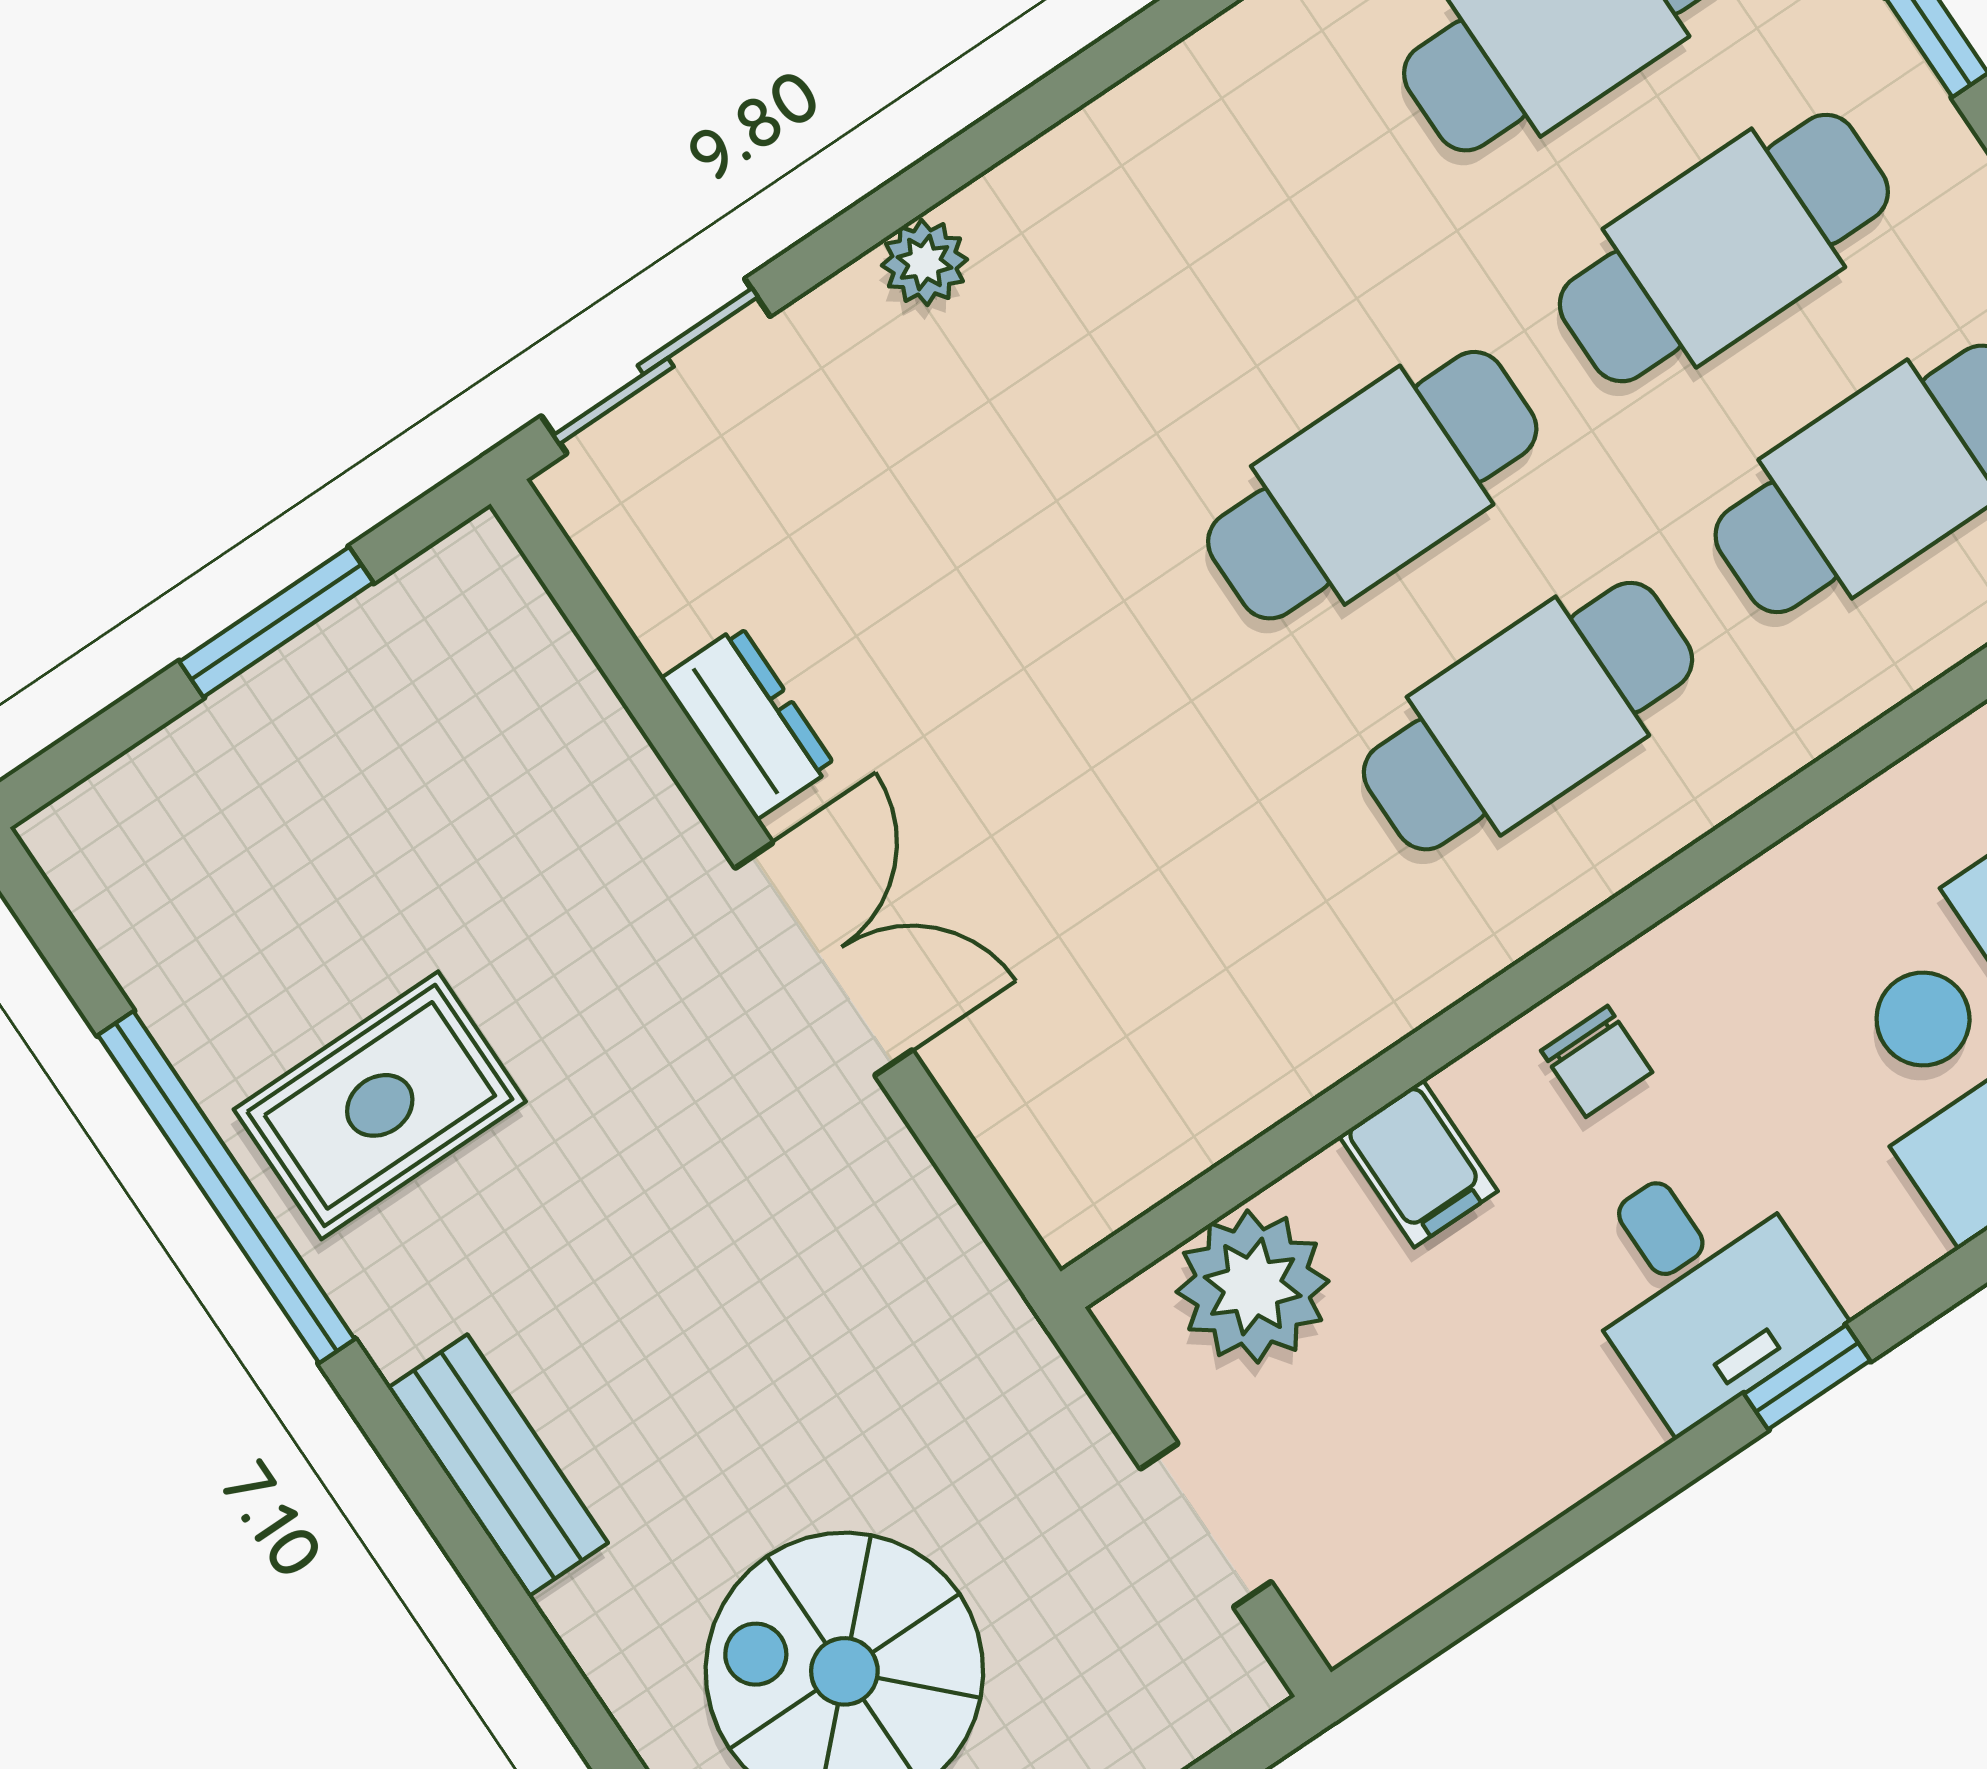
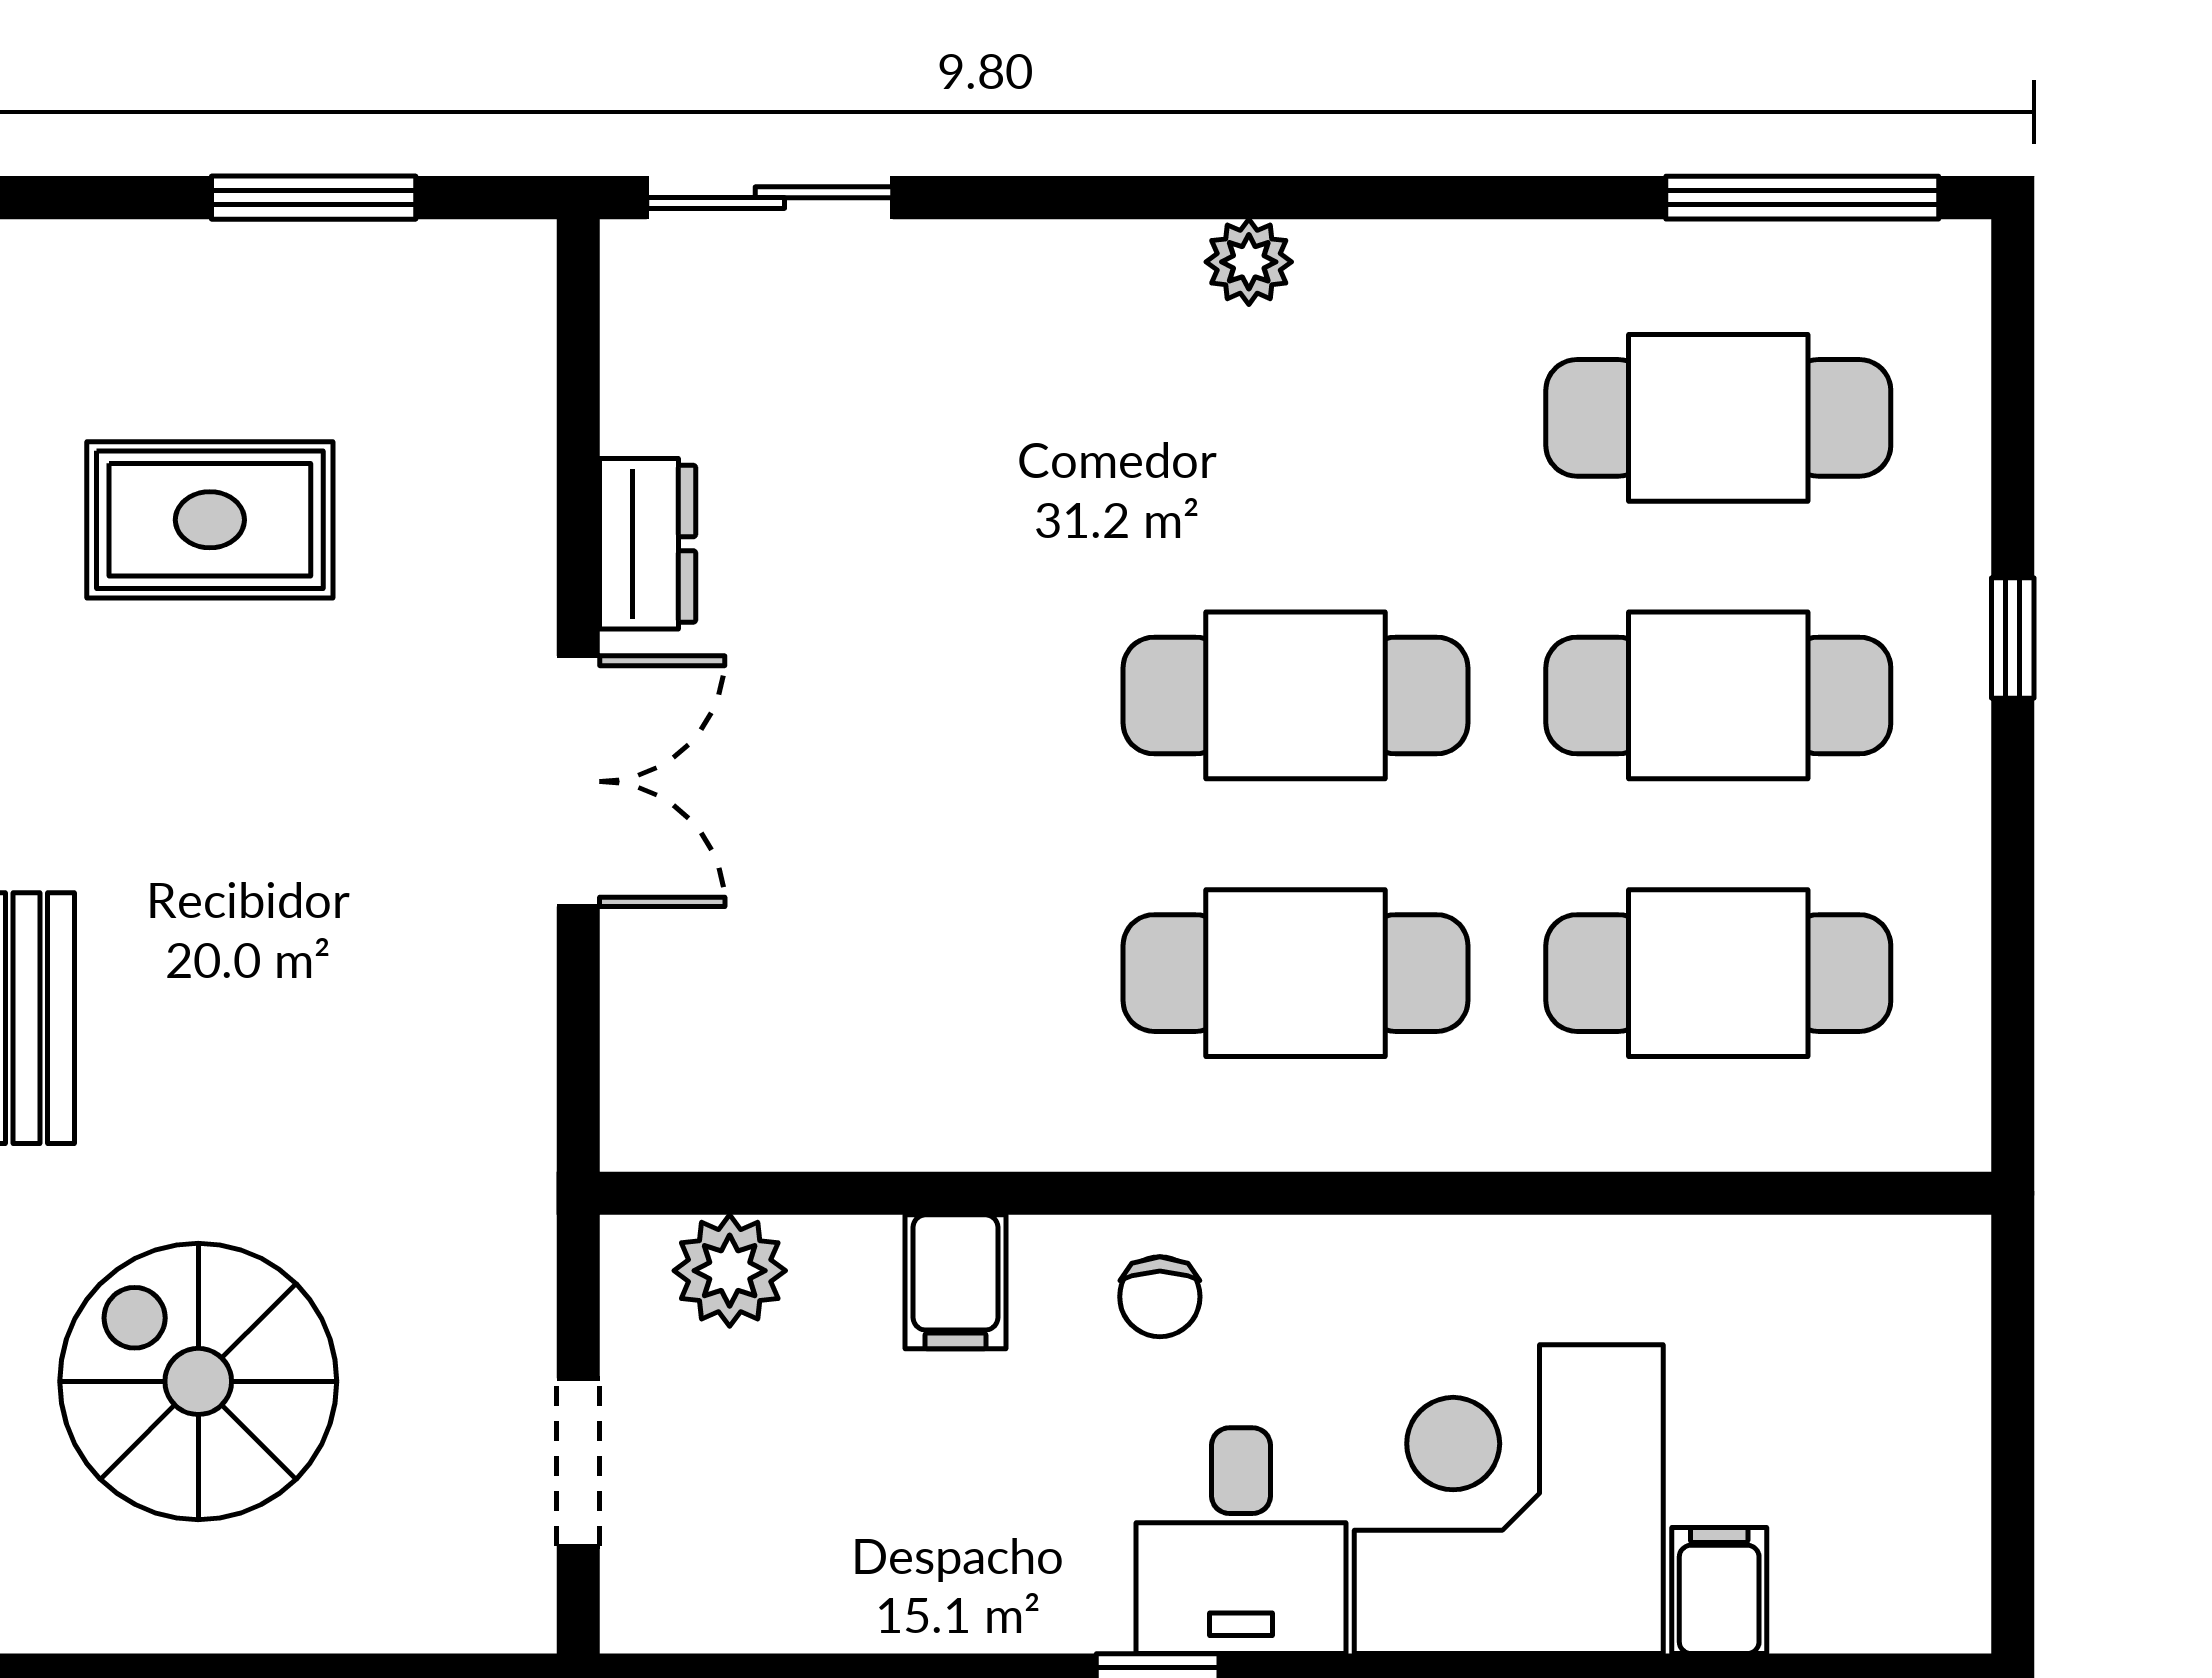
plant: (924, 262) -> (1249, 262), moved
rug: (380, 1105) -> (210, 520), moved
plant: (1253, 1286) -> (730, 1271), width x0.73, depth x0.73
desk: (1700, 1287) -> (1241, 1541), moved

